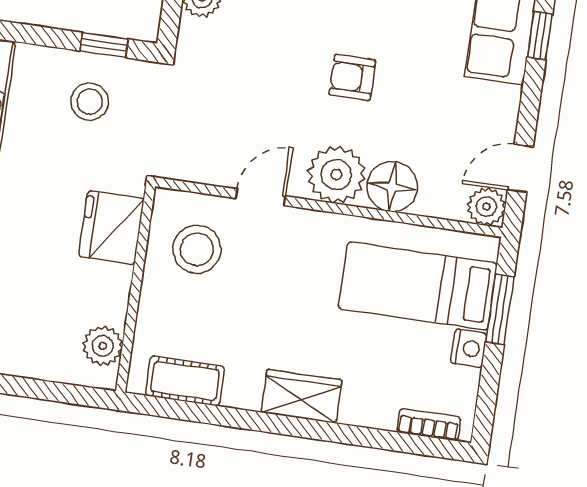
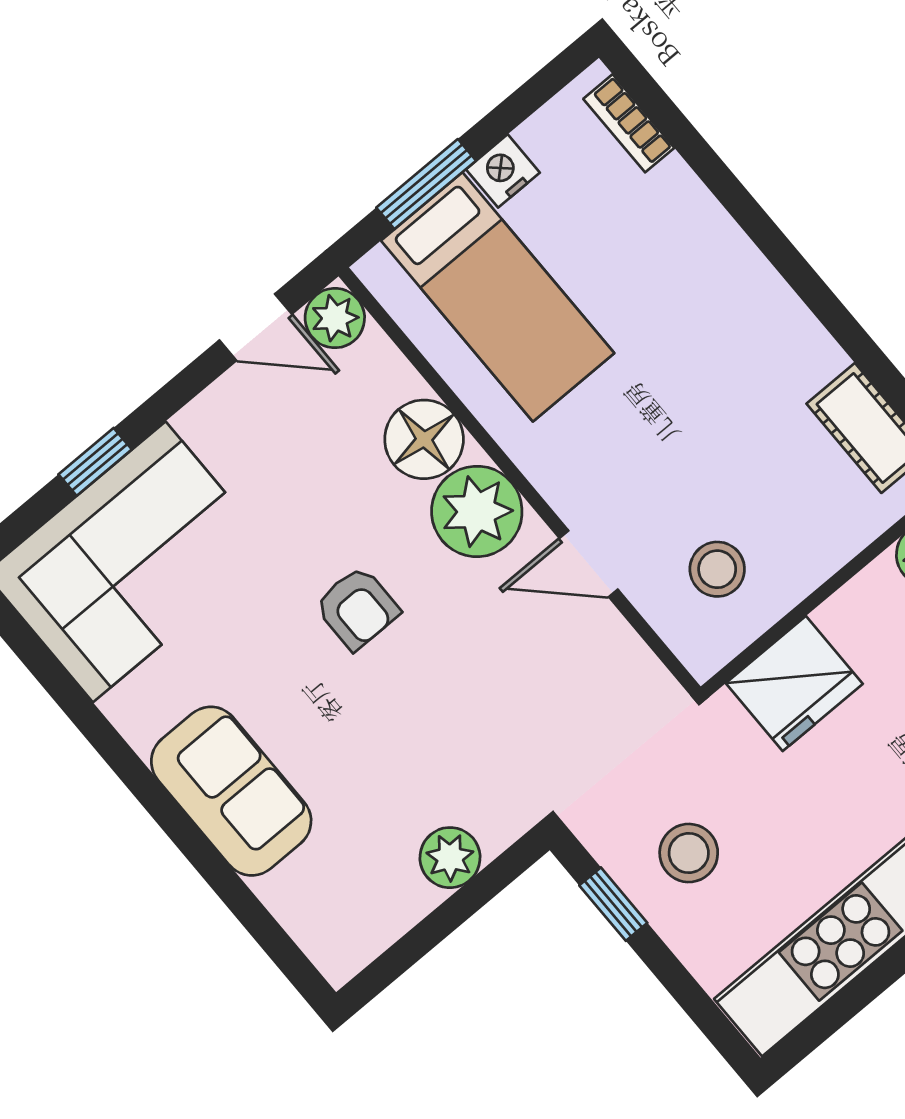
stool: (197, 249) -> (717, 569), width x0.73, depth x0.73
wardrobe: (301, 396) -> (748, 289), removed

